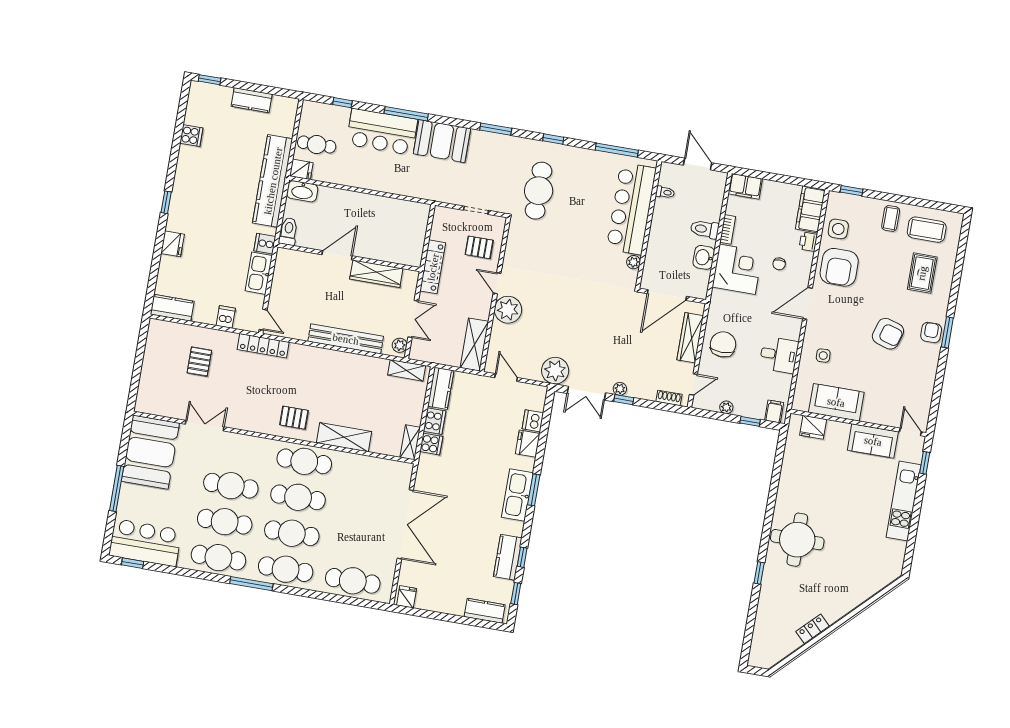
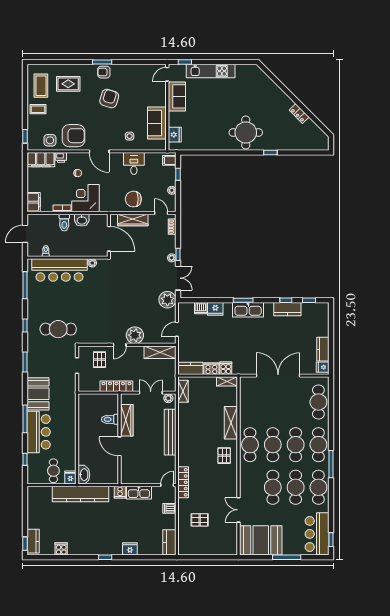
kitchen counter: (252, 100) -> (33, 541), moved
toilet: (288, 231) -> (110, 419), moved
kitchen counter: (485, 611) -> (323, 349), moved

